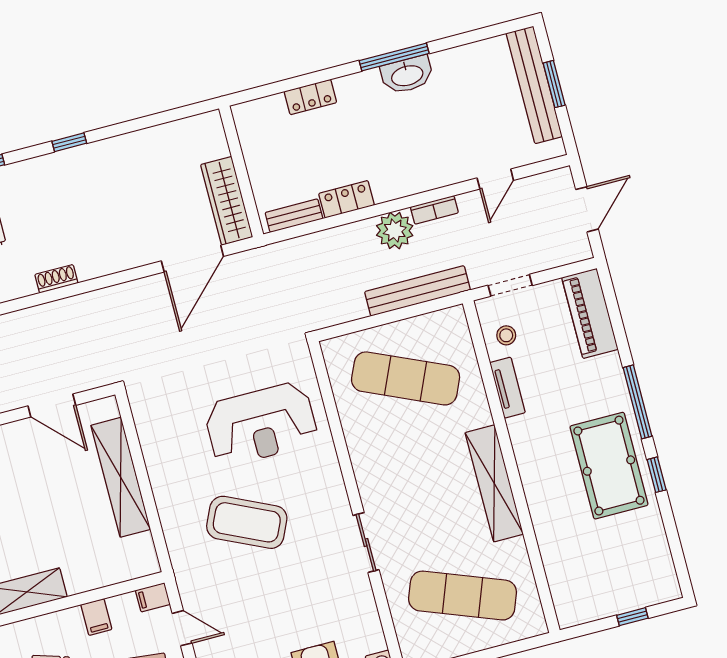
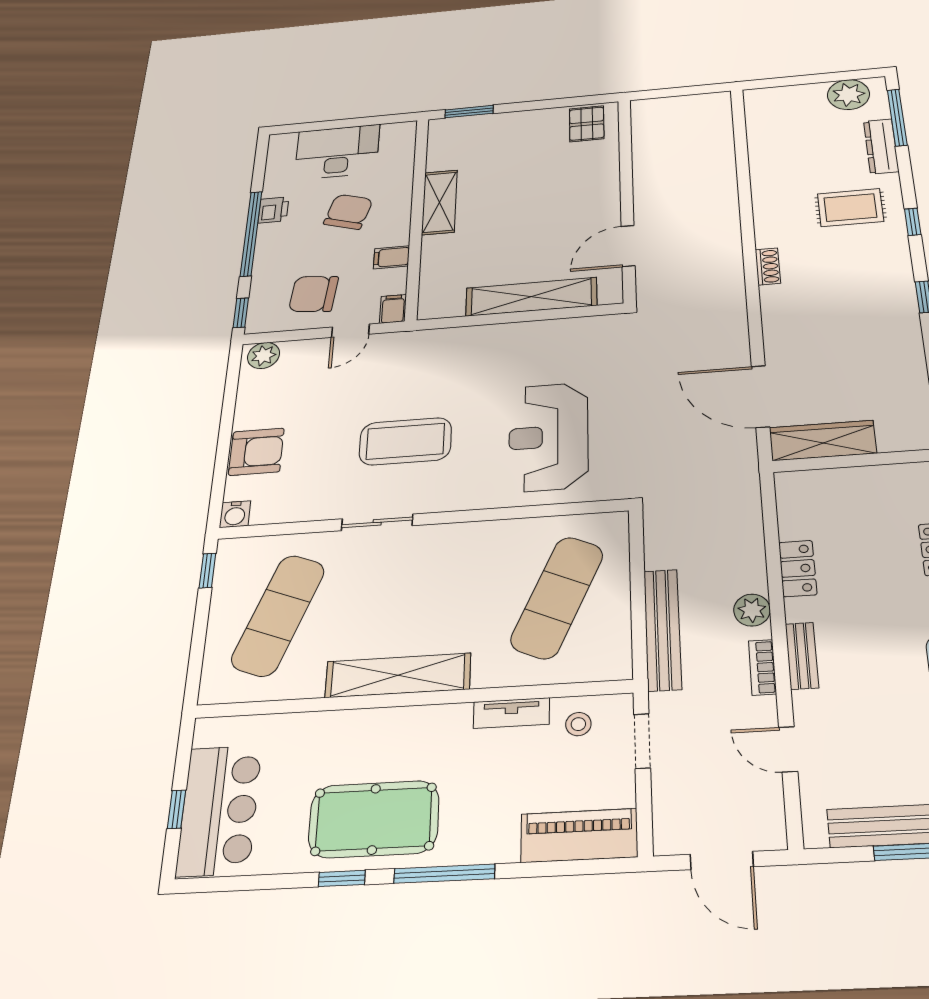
bench: (294, 216) -> (802, 656), moved
plant: (395, 231) -> (752, 610), width x0.73, depth x0.73
coffee table: (247, 522) -> (405, 441), moved, turned 65
bar counter: (626, 584) -> (219, 810), added

